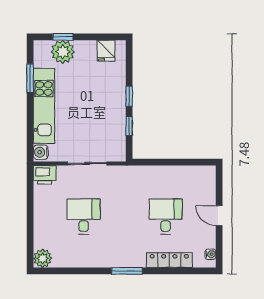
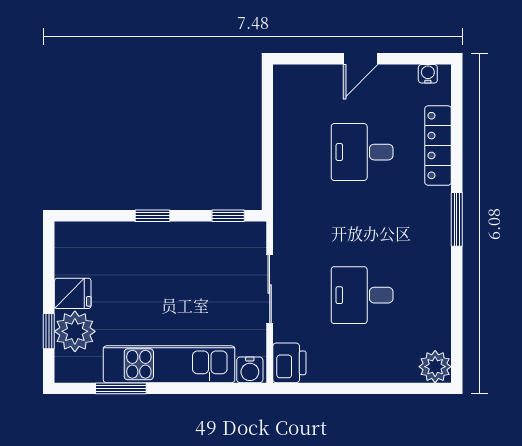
fridge: (106, 51) -> (73, 293), moved
window: (129, 126) -> (228, 216), moved

